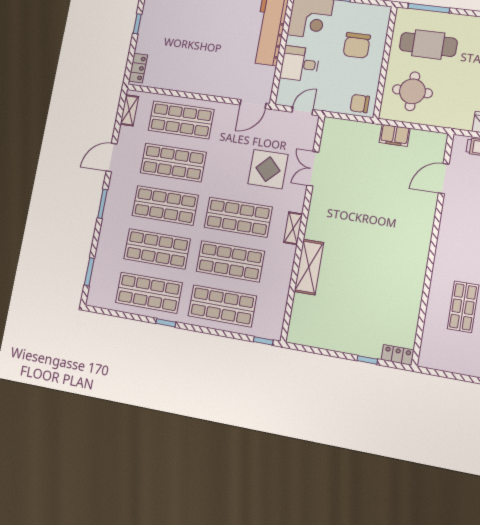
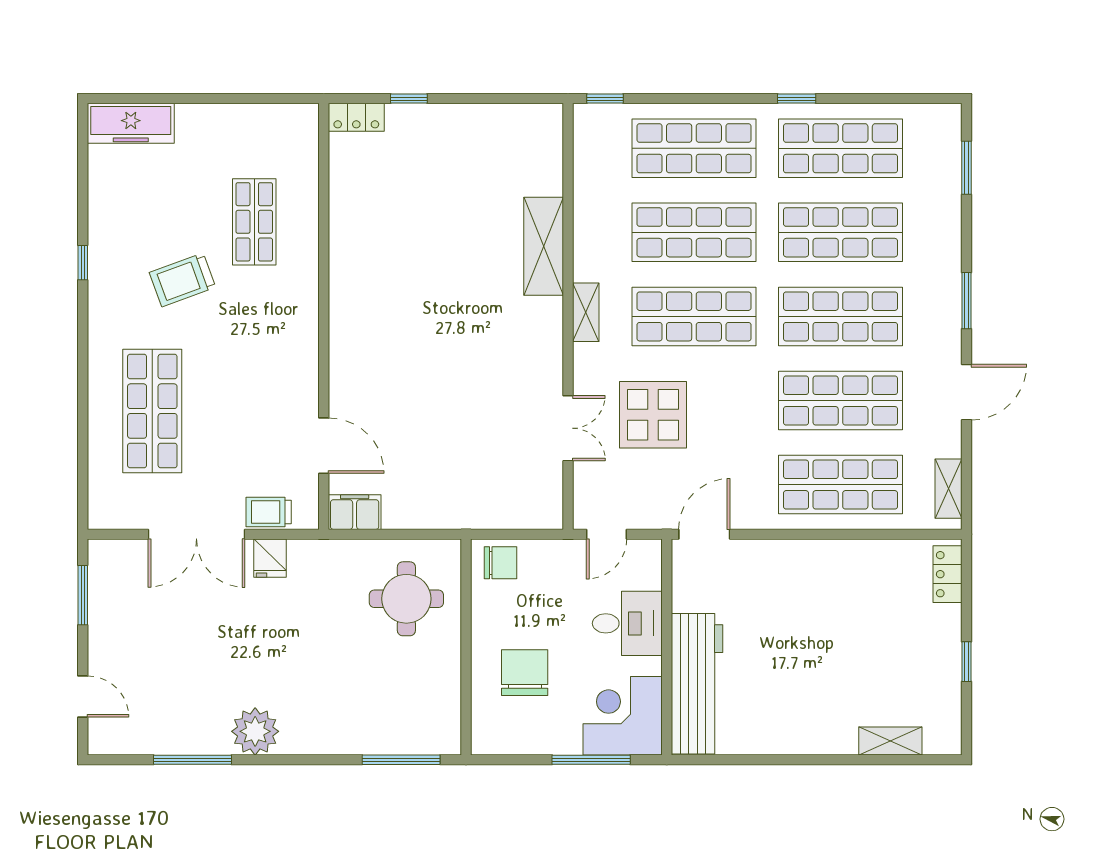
cafe table: (428, 44) -> (391, 691), removed
filing cabinet: (395, 135) -> (355, 512), moved
door: (444, 179) -> (324, 446), hinge flipped

